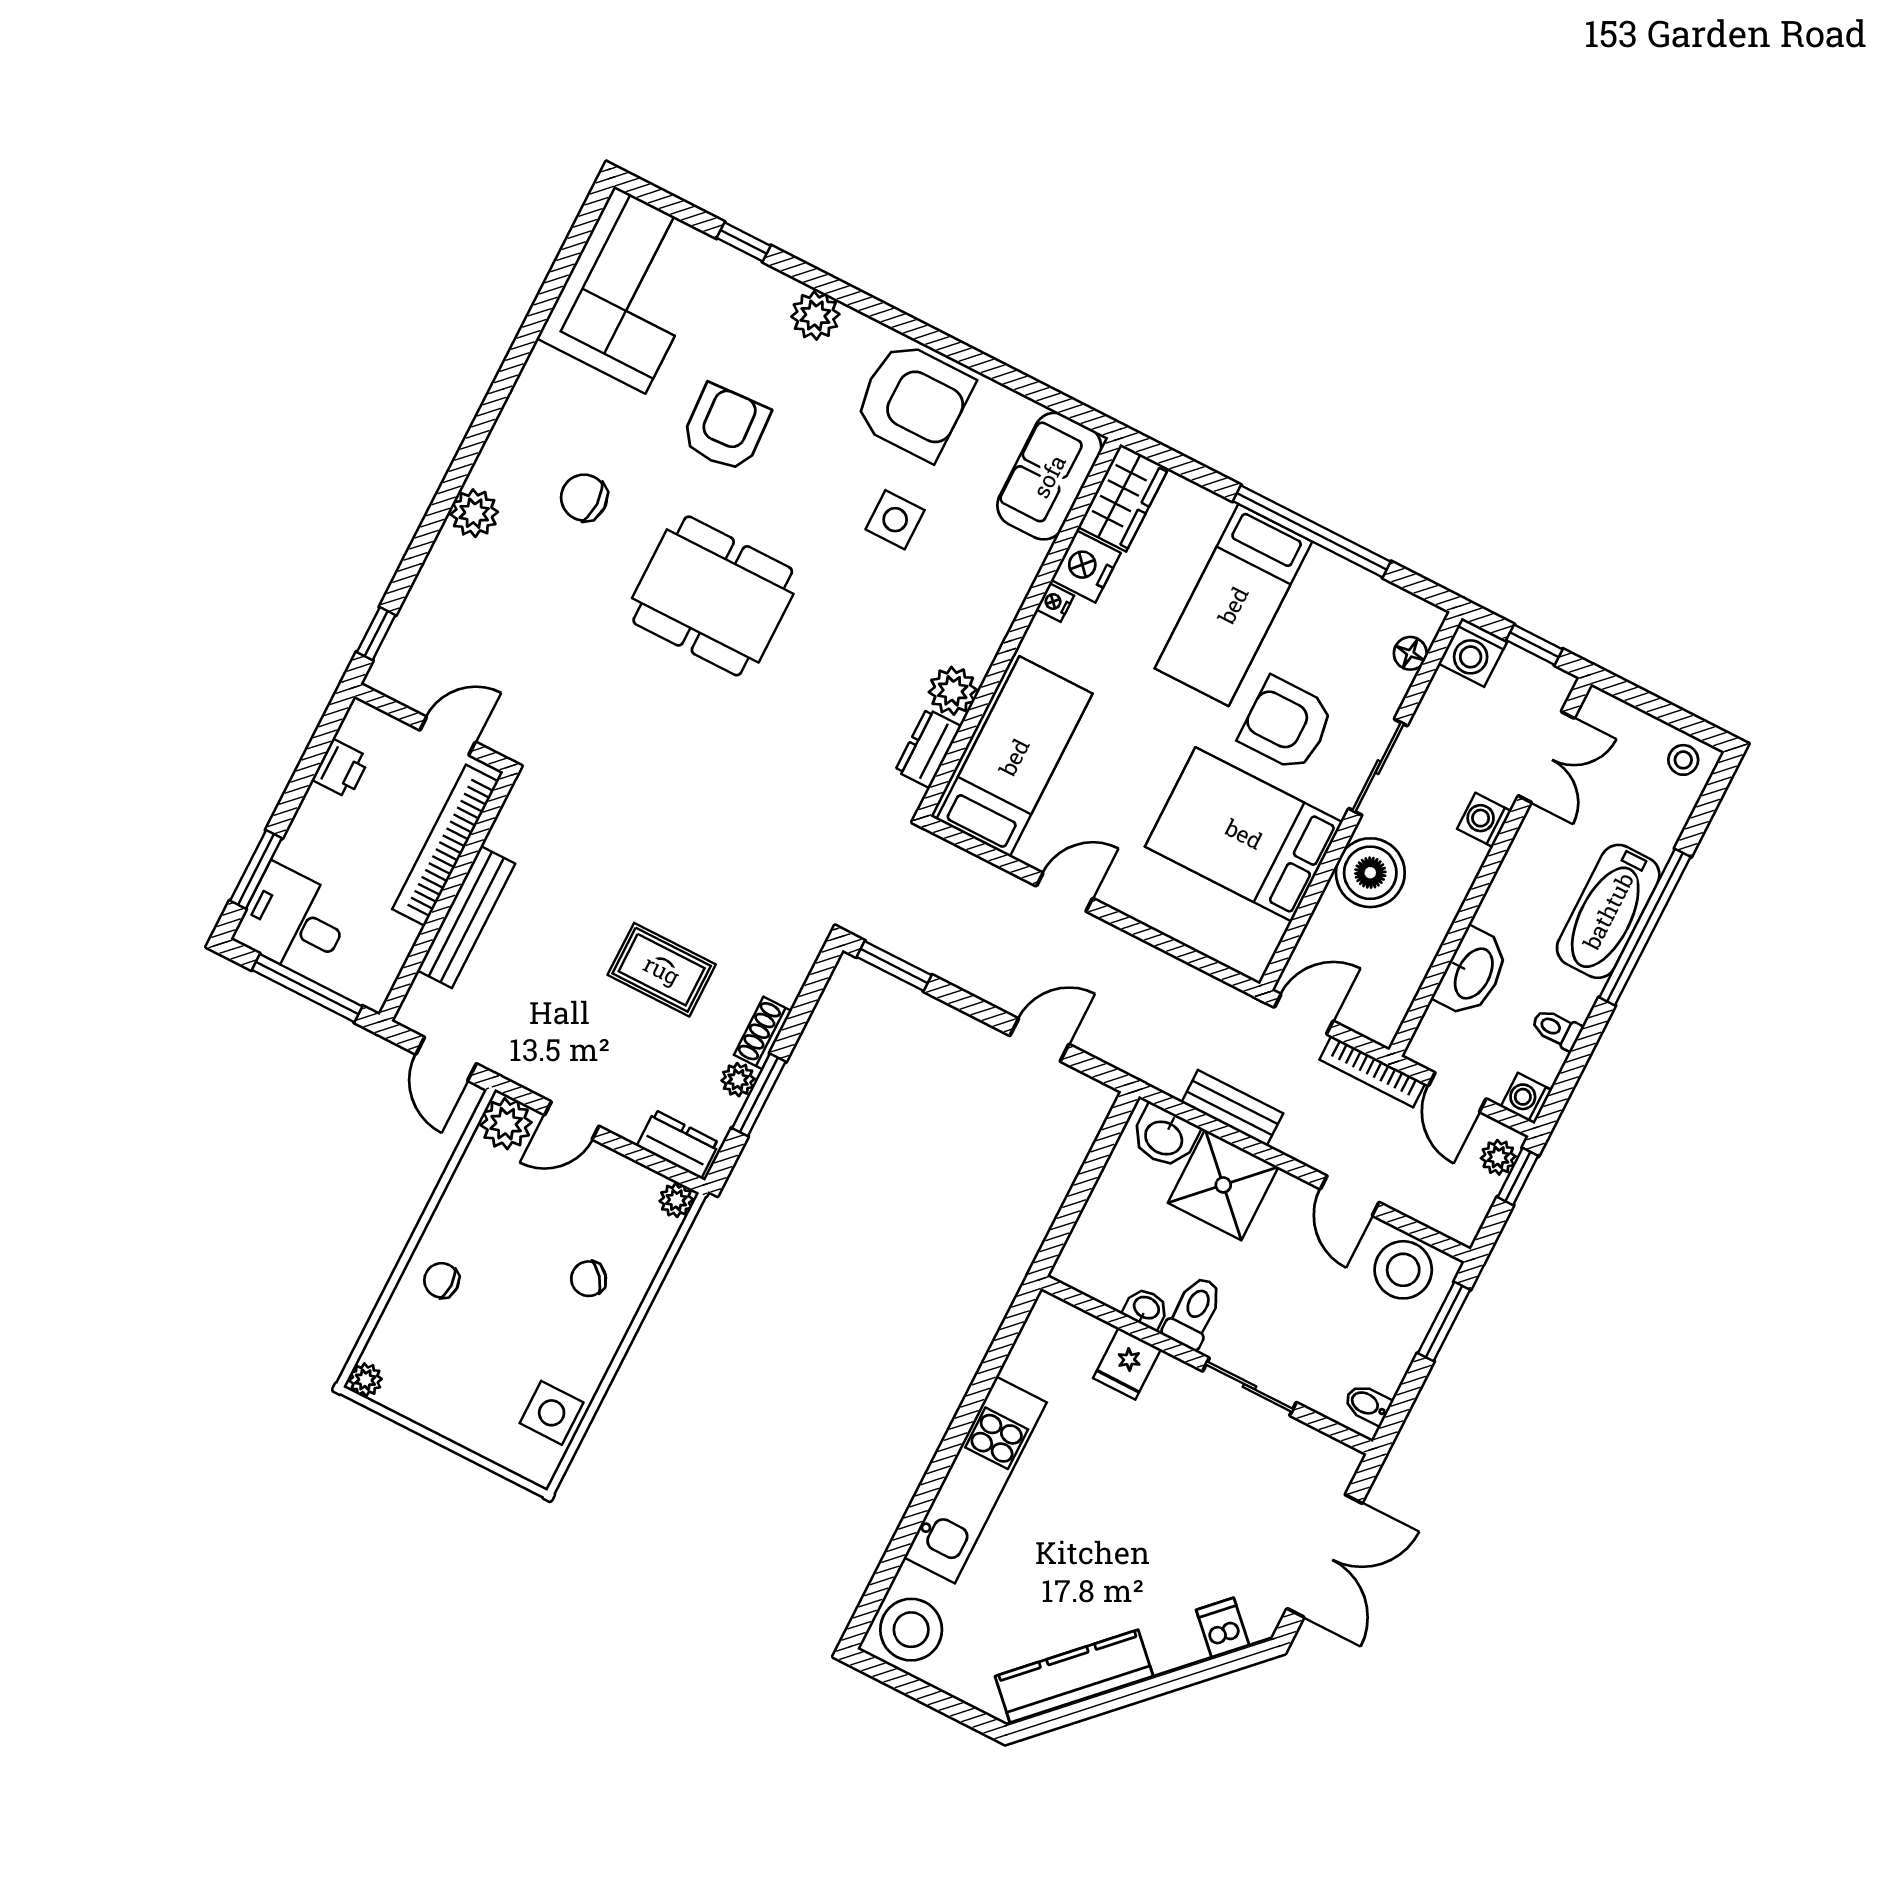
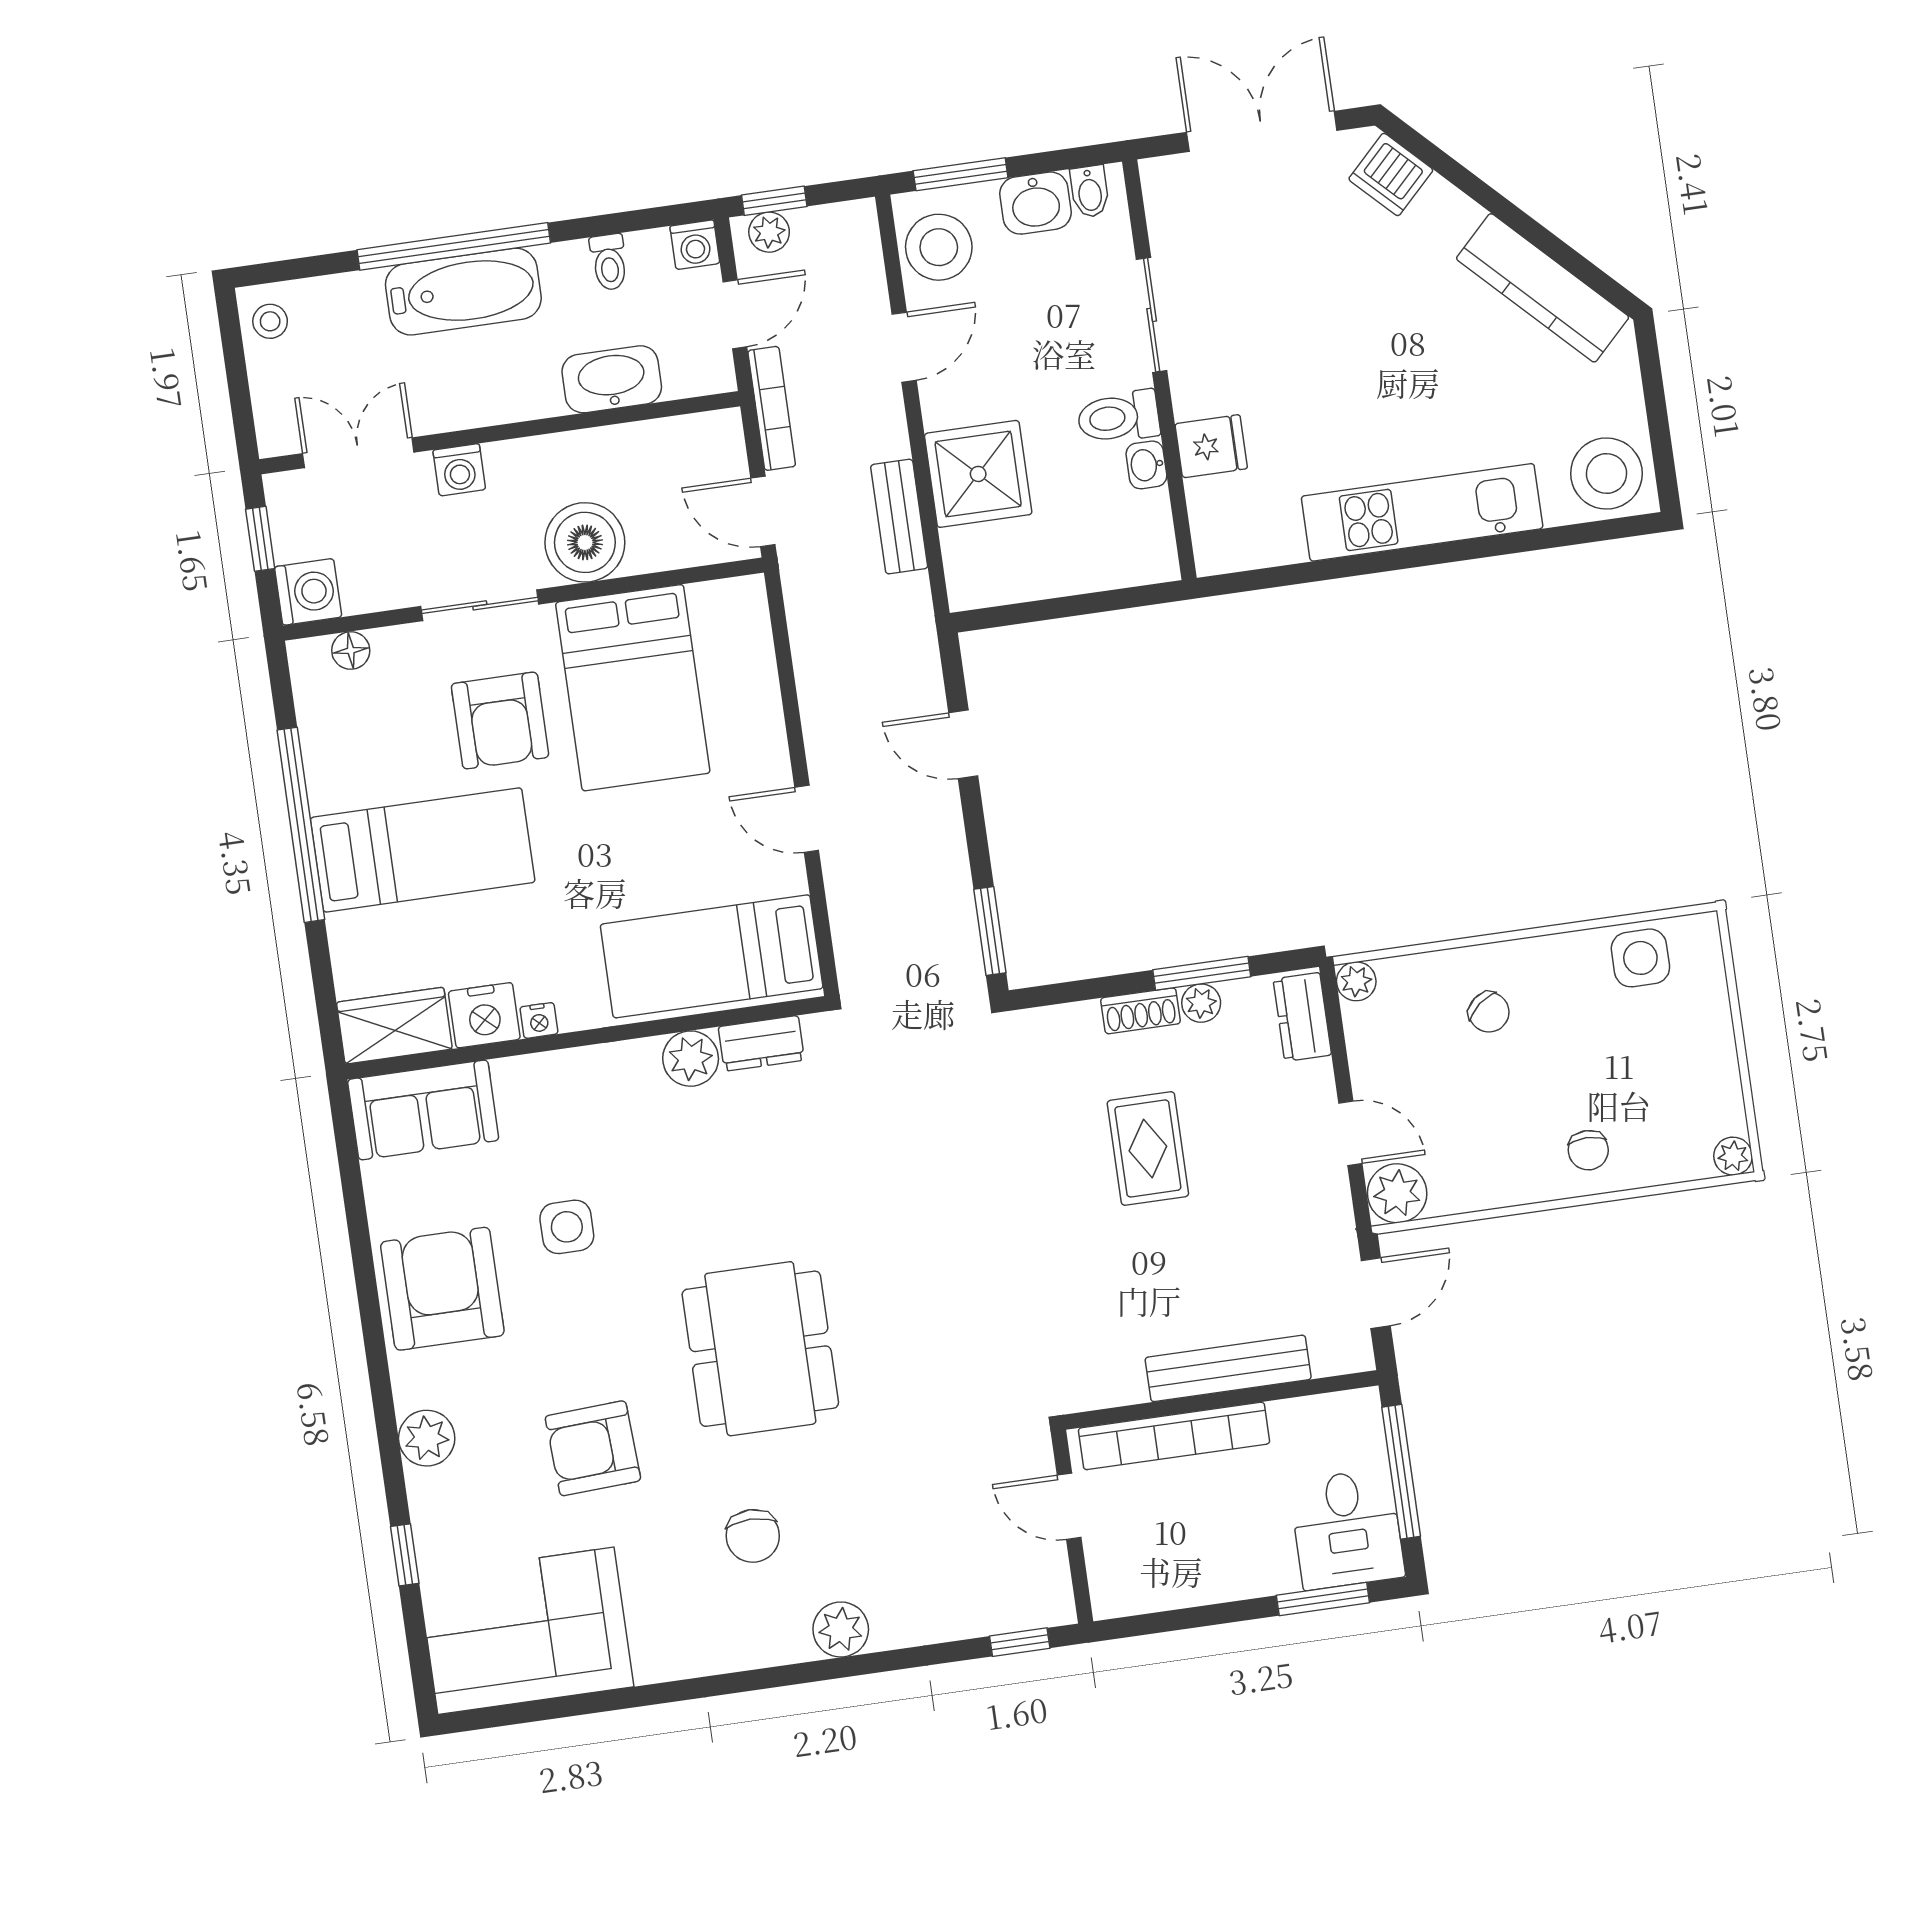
printer: (341, 769) -> (1171, 1586), removed
washbasin: (1164, 1137) -> (1035, 203), moved, turned 90
dishwasher: (1223, 1628) -> (1391, 174), width x1.38

